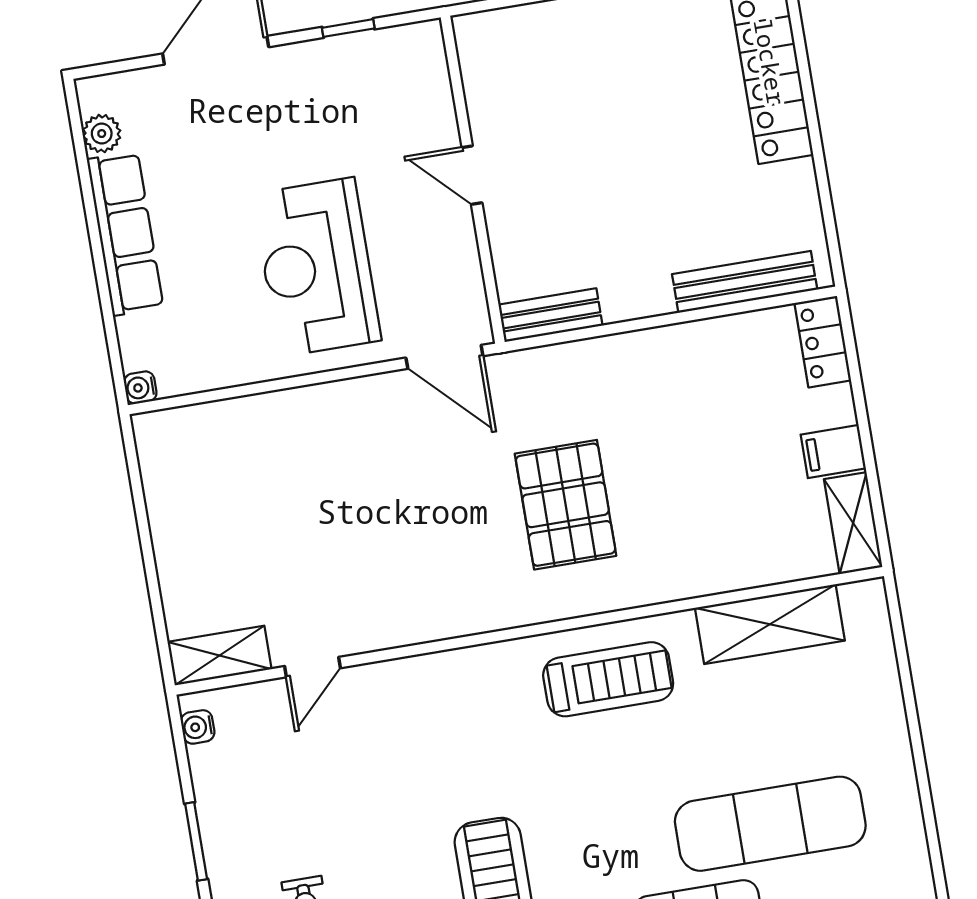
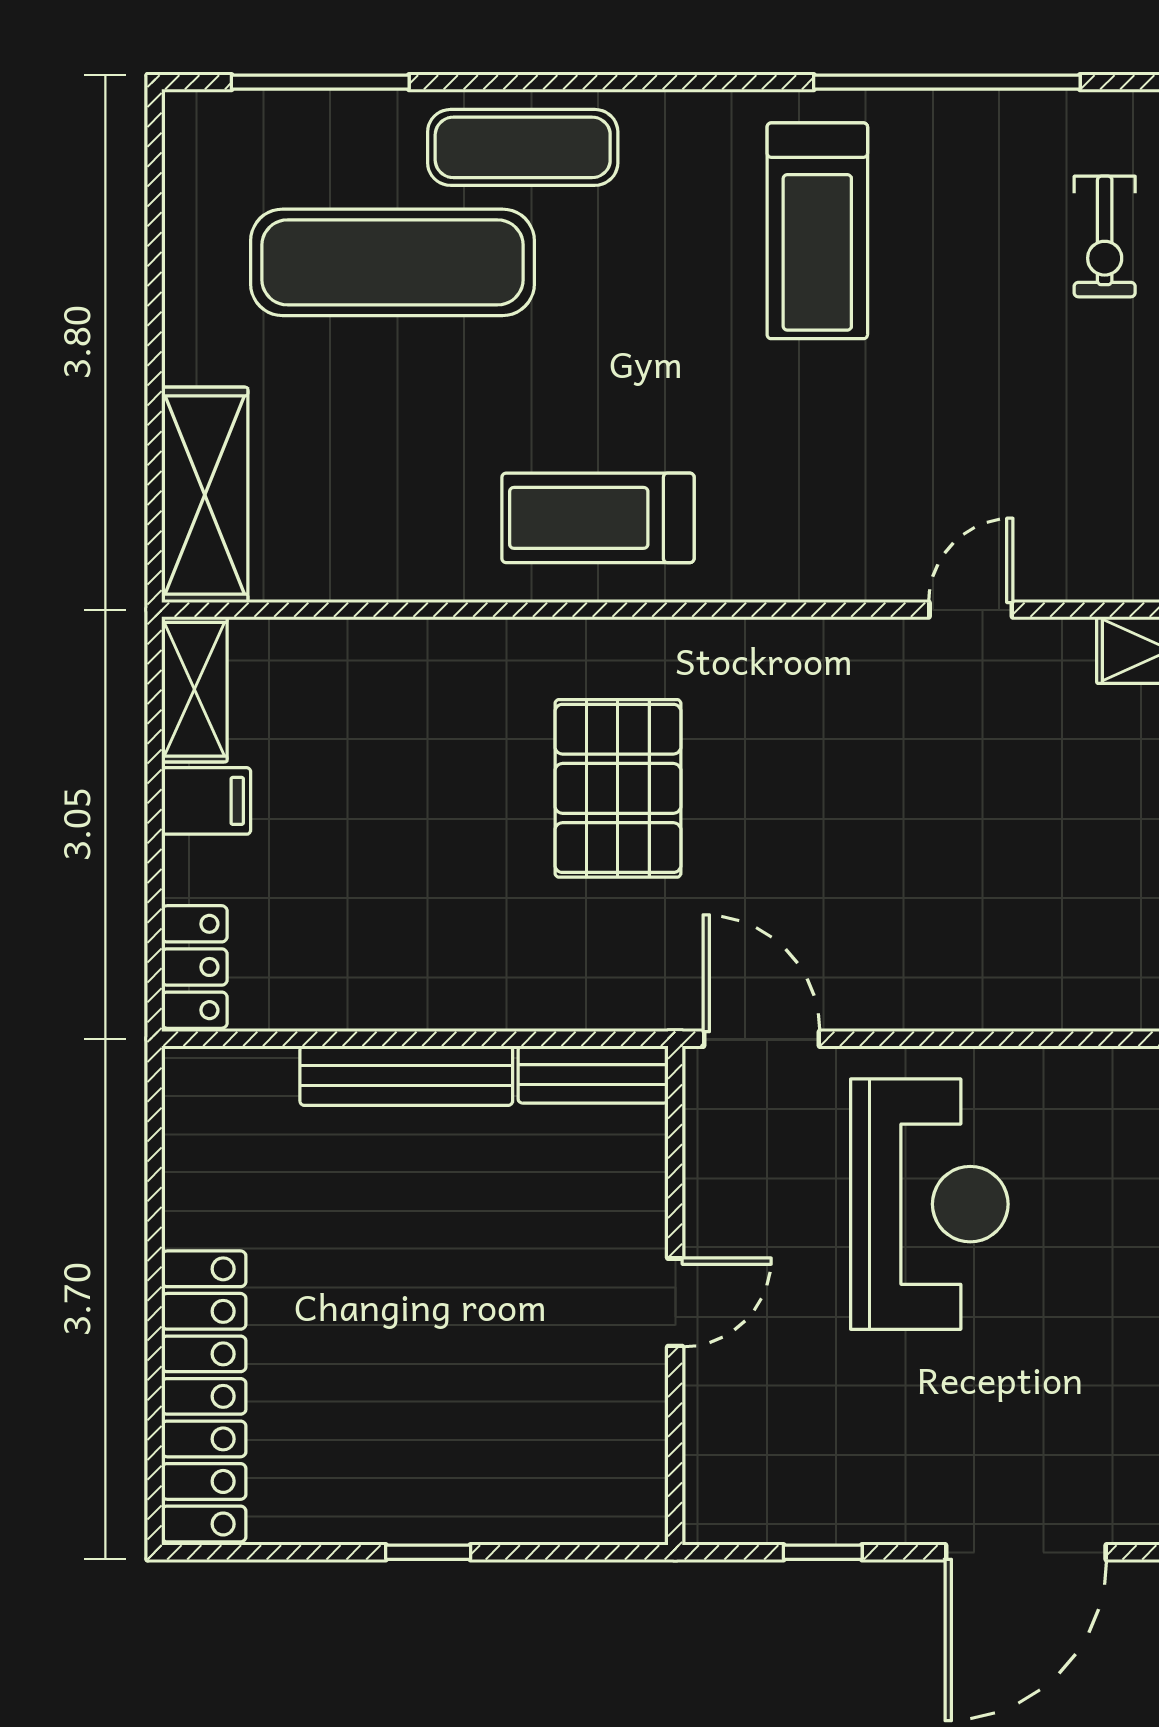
door: (472, 175) -> (675, 1302), hinge flipped
bench: (745, 282) -> (406, 1076), moved
shelving: (770, 624) -> (205, 495), moved, turned 90
door: (313, 667) -> (971, 610), moved

